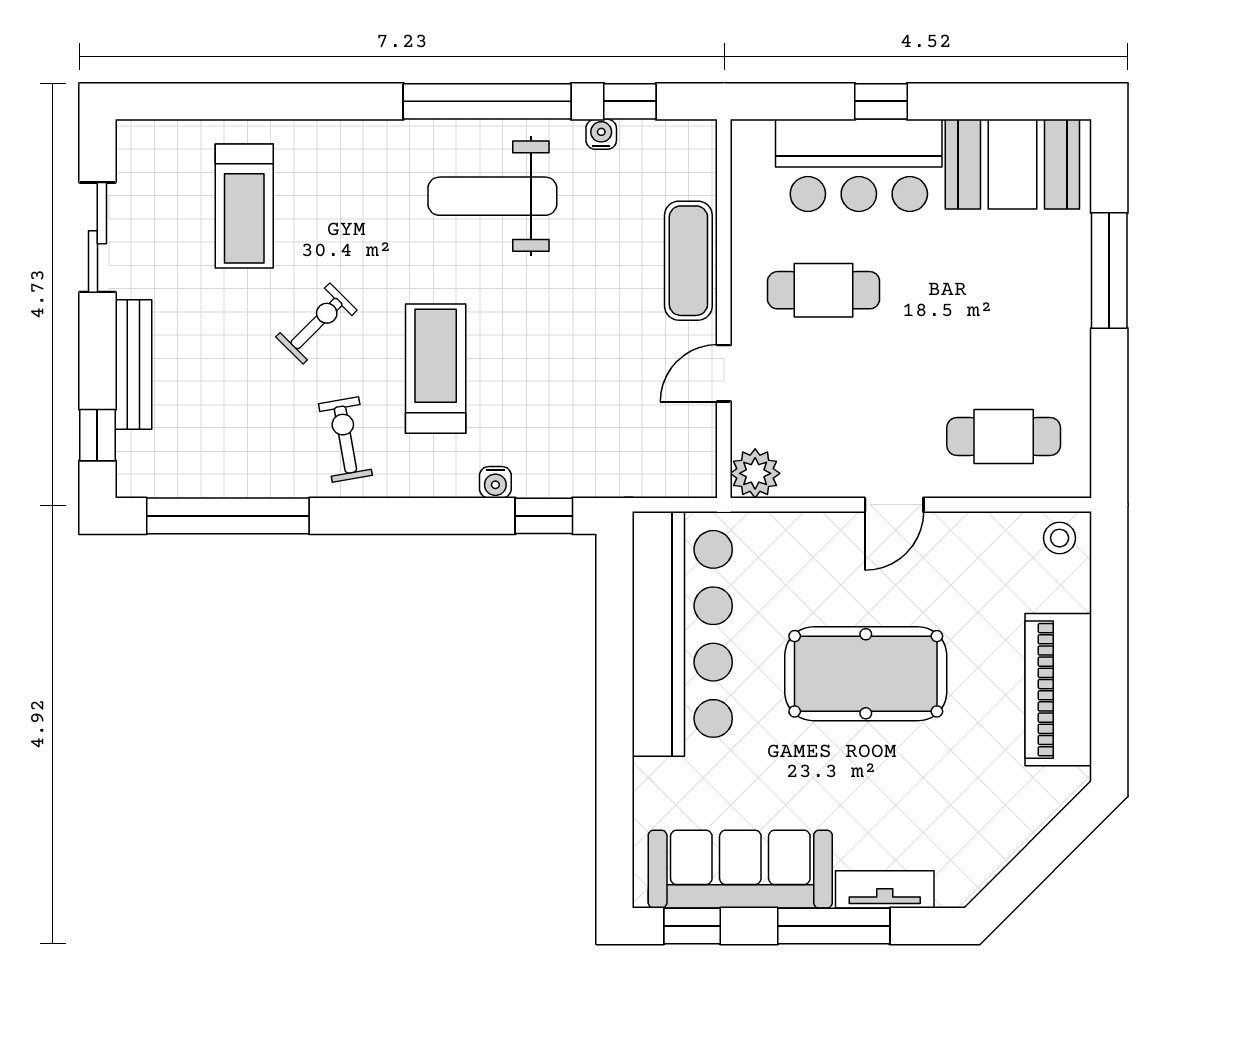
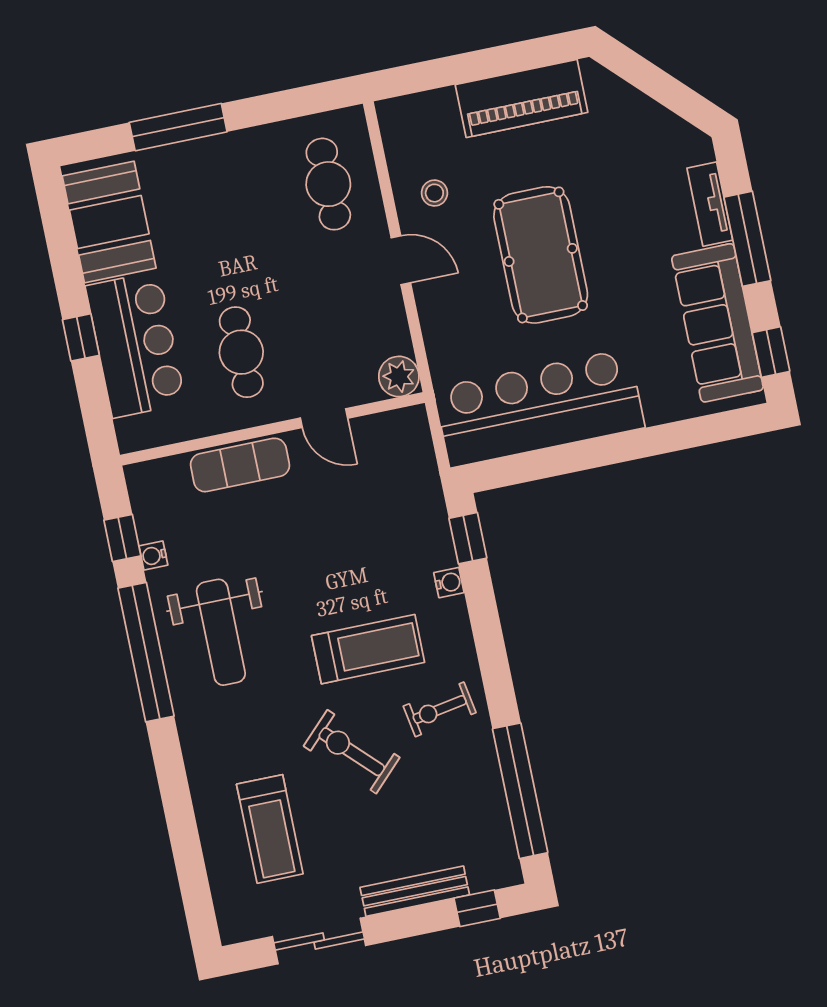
treadmill: (244, 206) -> (270, 829), turned 90
exercise bike: (316, 324) -> (352, 752), width x1.38, depth x1.39
treadmill: (436, 369) -> (368, 649), turned 180
stool: (1060, 538) -> (434, 193), moved

